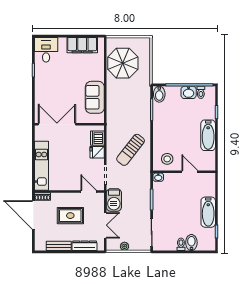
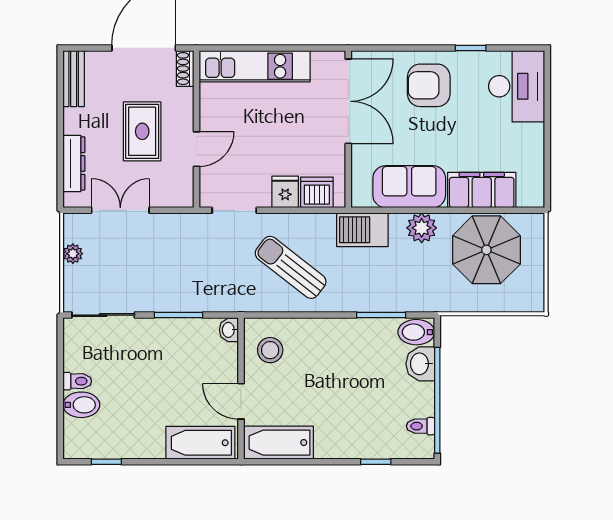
filing cabinet: (82, 45) -> (482, 190), moved, turned 90
desk: (46, 50) -> (517, 86), width x1.37
armchair: (50, 89) -> (429, 85), added
plant: (113, 92) -> (422, 228), added
washbasin: (189, 92) -> (420, 364), moved
bathtub: (208, 135) -> (279, 443), moved
door: (190, 172) -> (241, 401), swing flipped
door: (89, 192) -> (196, 149), moved
barbecue: (114, 200) -> (362, 230), moved
bathtub: (208, 212) -> (200, 443), moved
double door: (105, 225) -> (120, 210), swing flipped
bench: (59, 246) -> (74, 79), moved

